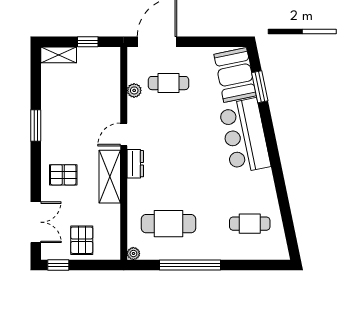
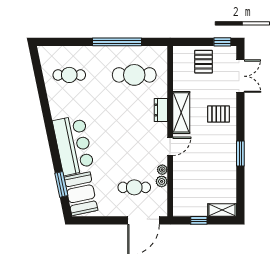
dresser: (135, 164) -> (161, 110), moved
double door: (36, 222) -> (240, 76), swing flipped
plant: (133, 254) -> (162, 170), moved

